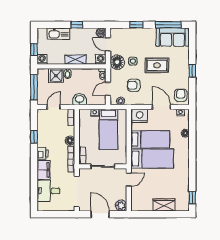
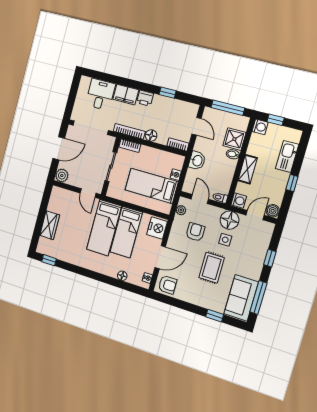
window: (192, 71) -> (215, 316), moved

